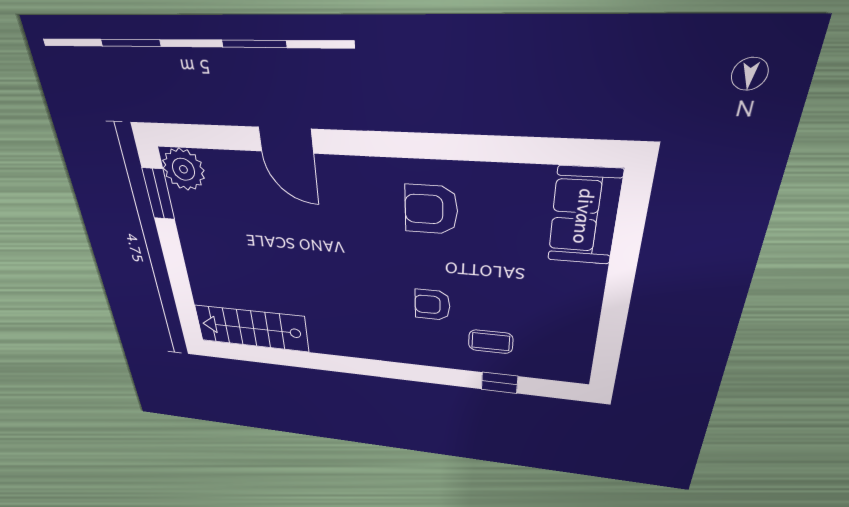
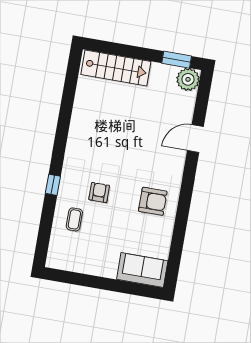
armchair: (431, 209) -> (153, 201), turned 90
stairs: (252, 328) -> (116, 68), moved, turned 90
window: (499, 383) -> (53, 185), moved

